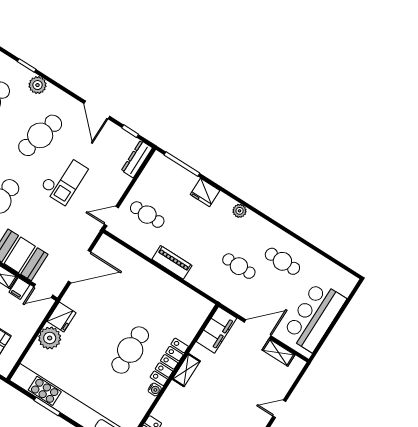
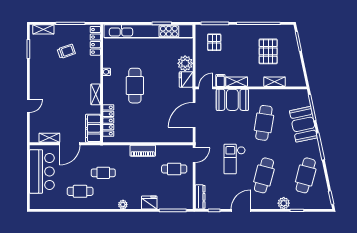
door: (97, 110) -> (241, 210), hinge flipped
locker: (169, 362) -> (108, 121), moved

